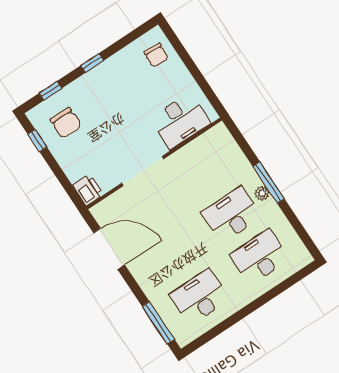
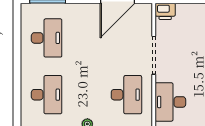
desk: (231, 215) -> (126, 95), moved

